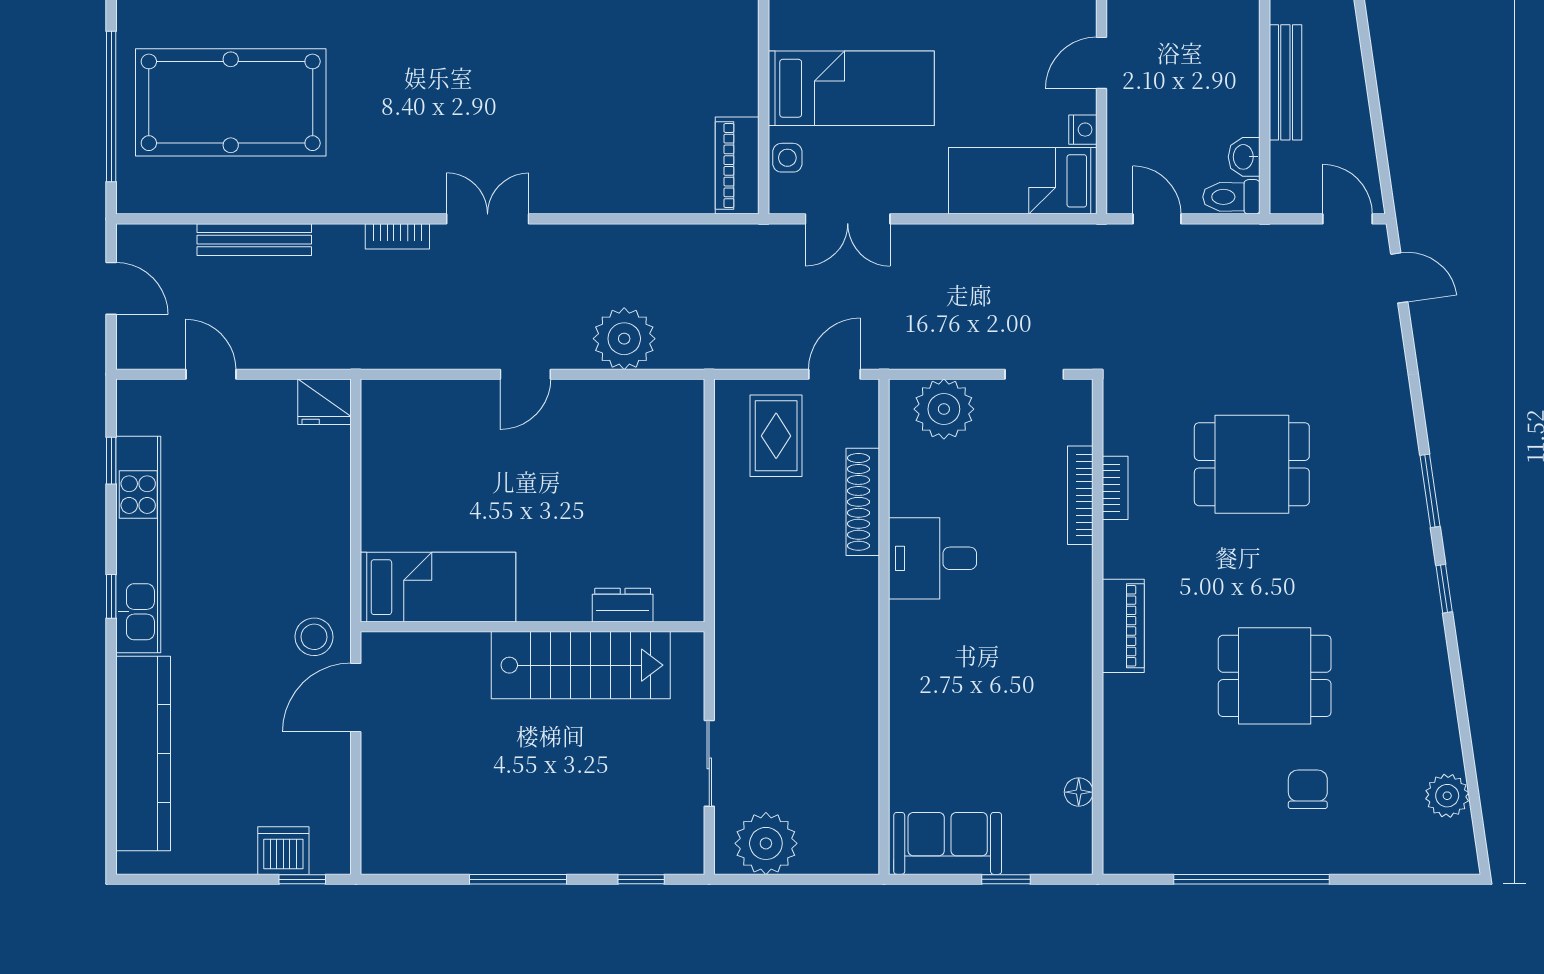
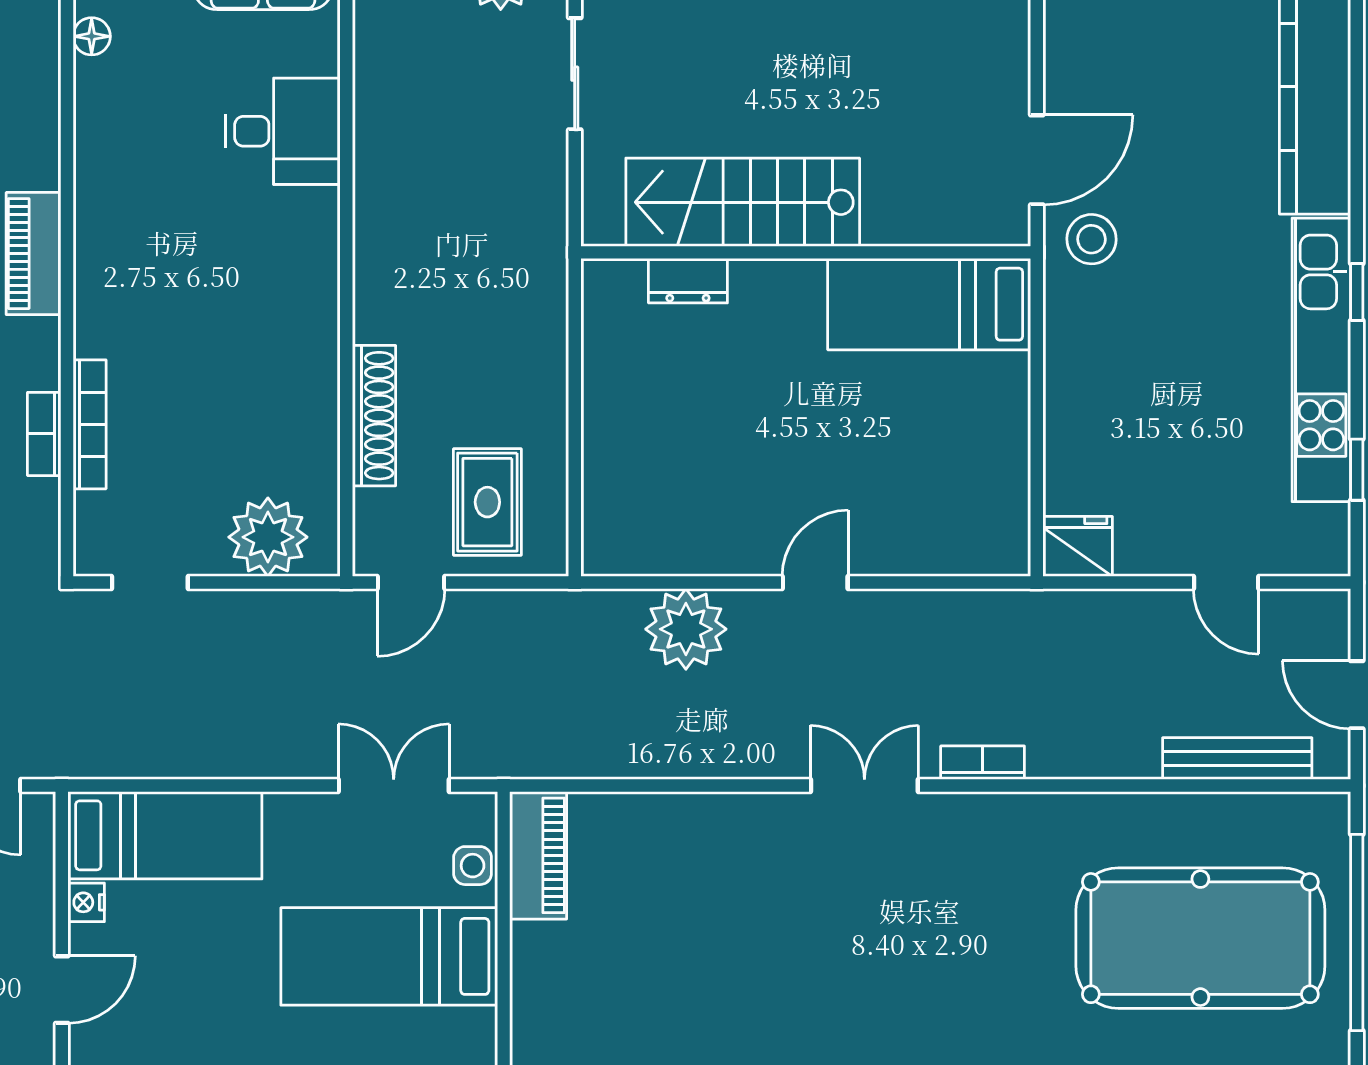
double door: (488, 219) -> (864, 786), swing flipped
bench: (254, 240) -> (1237, 759), moved
desk: (933, 558) -> (283, 131), moved

